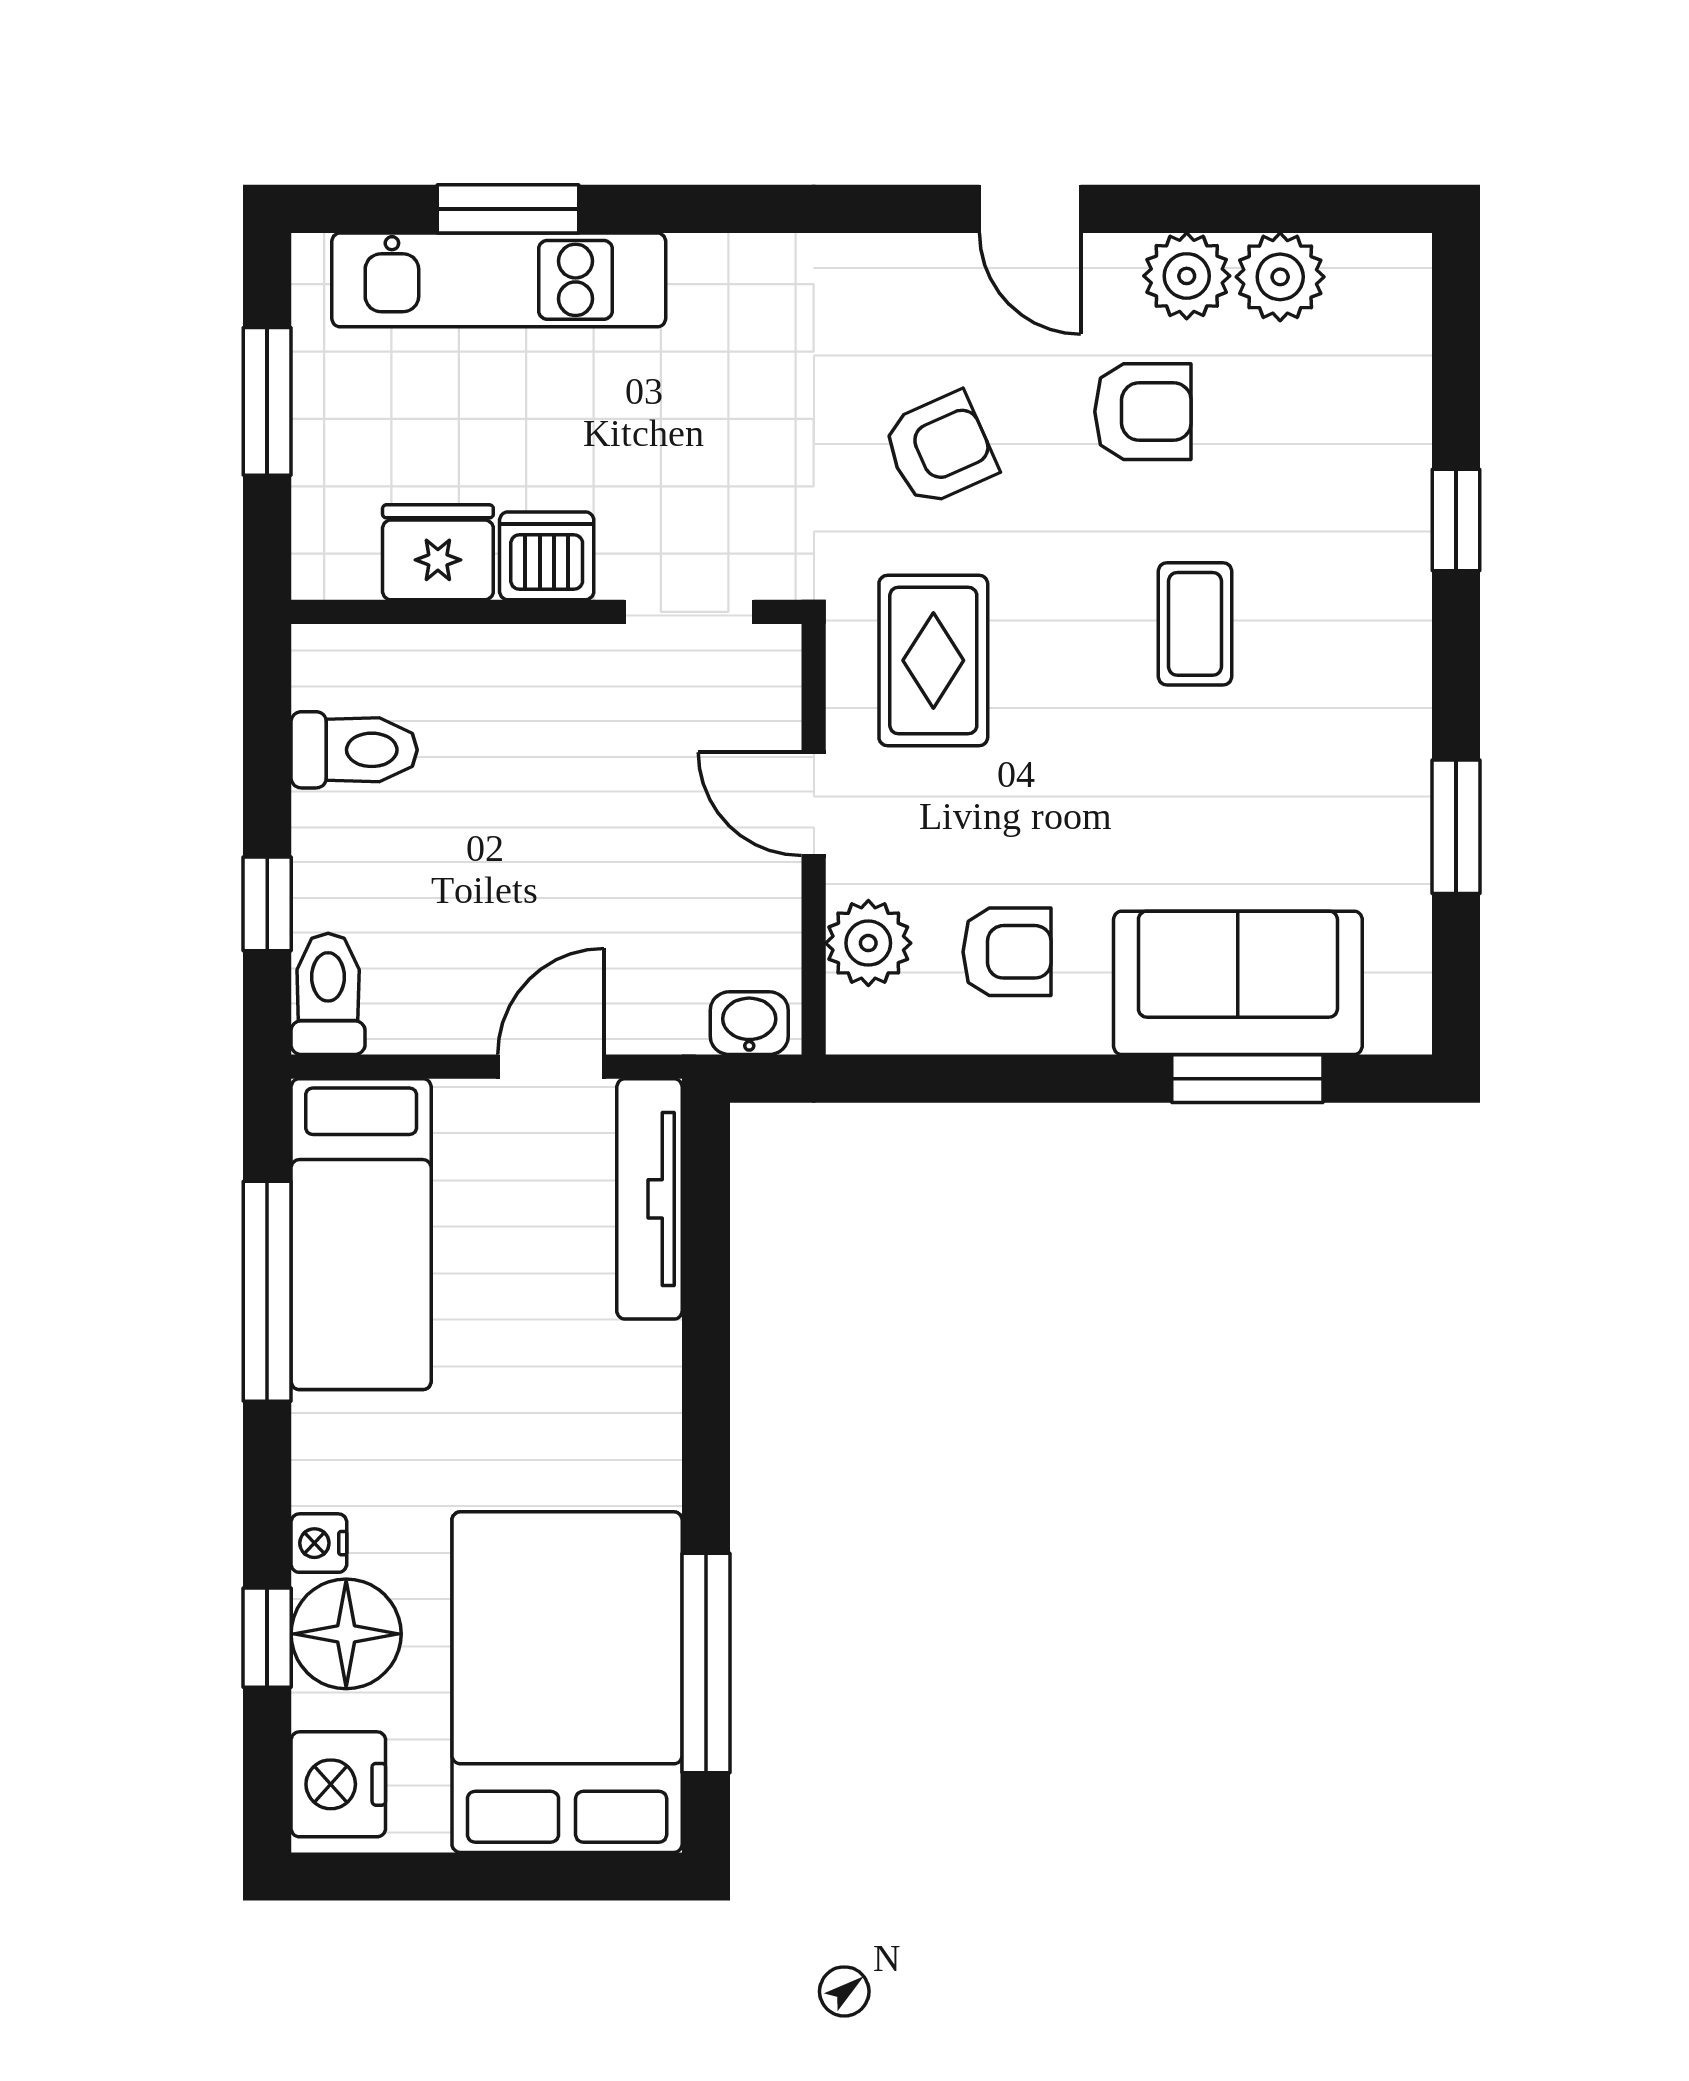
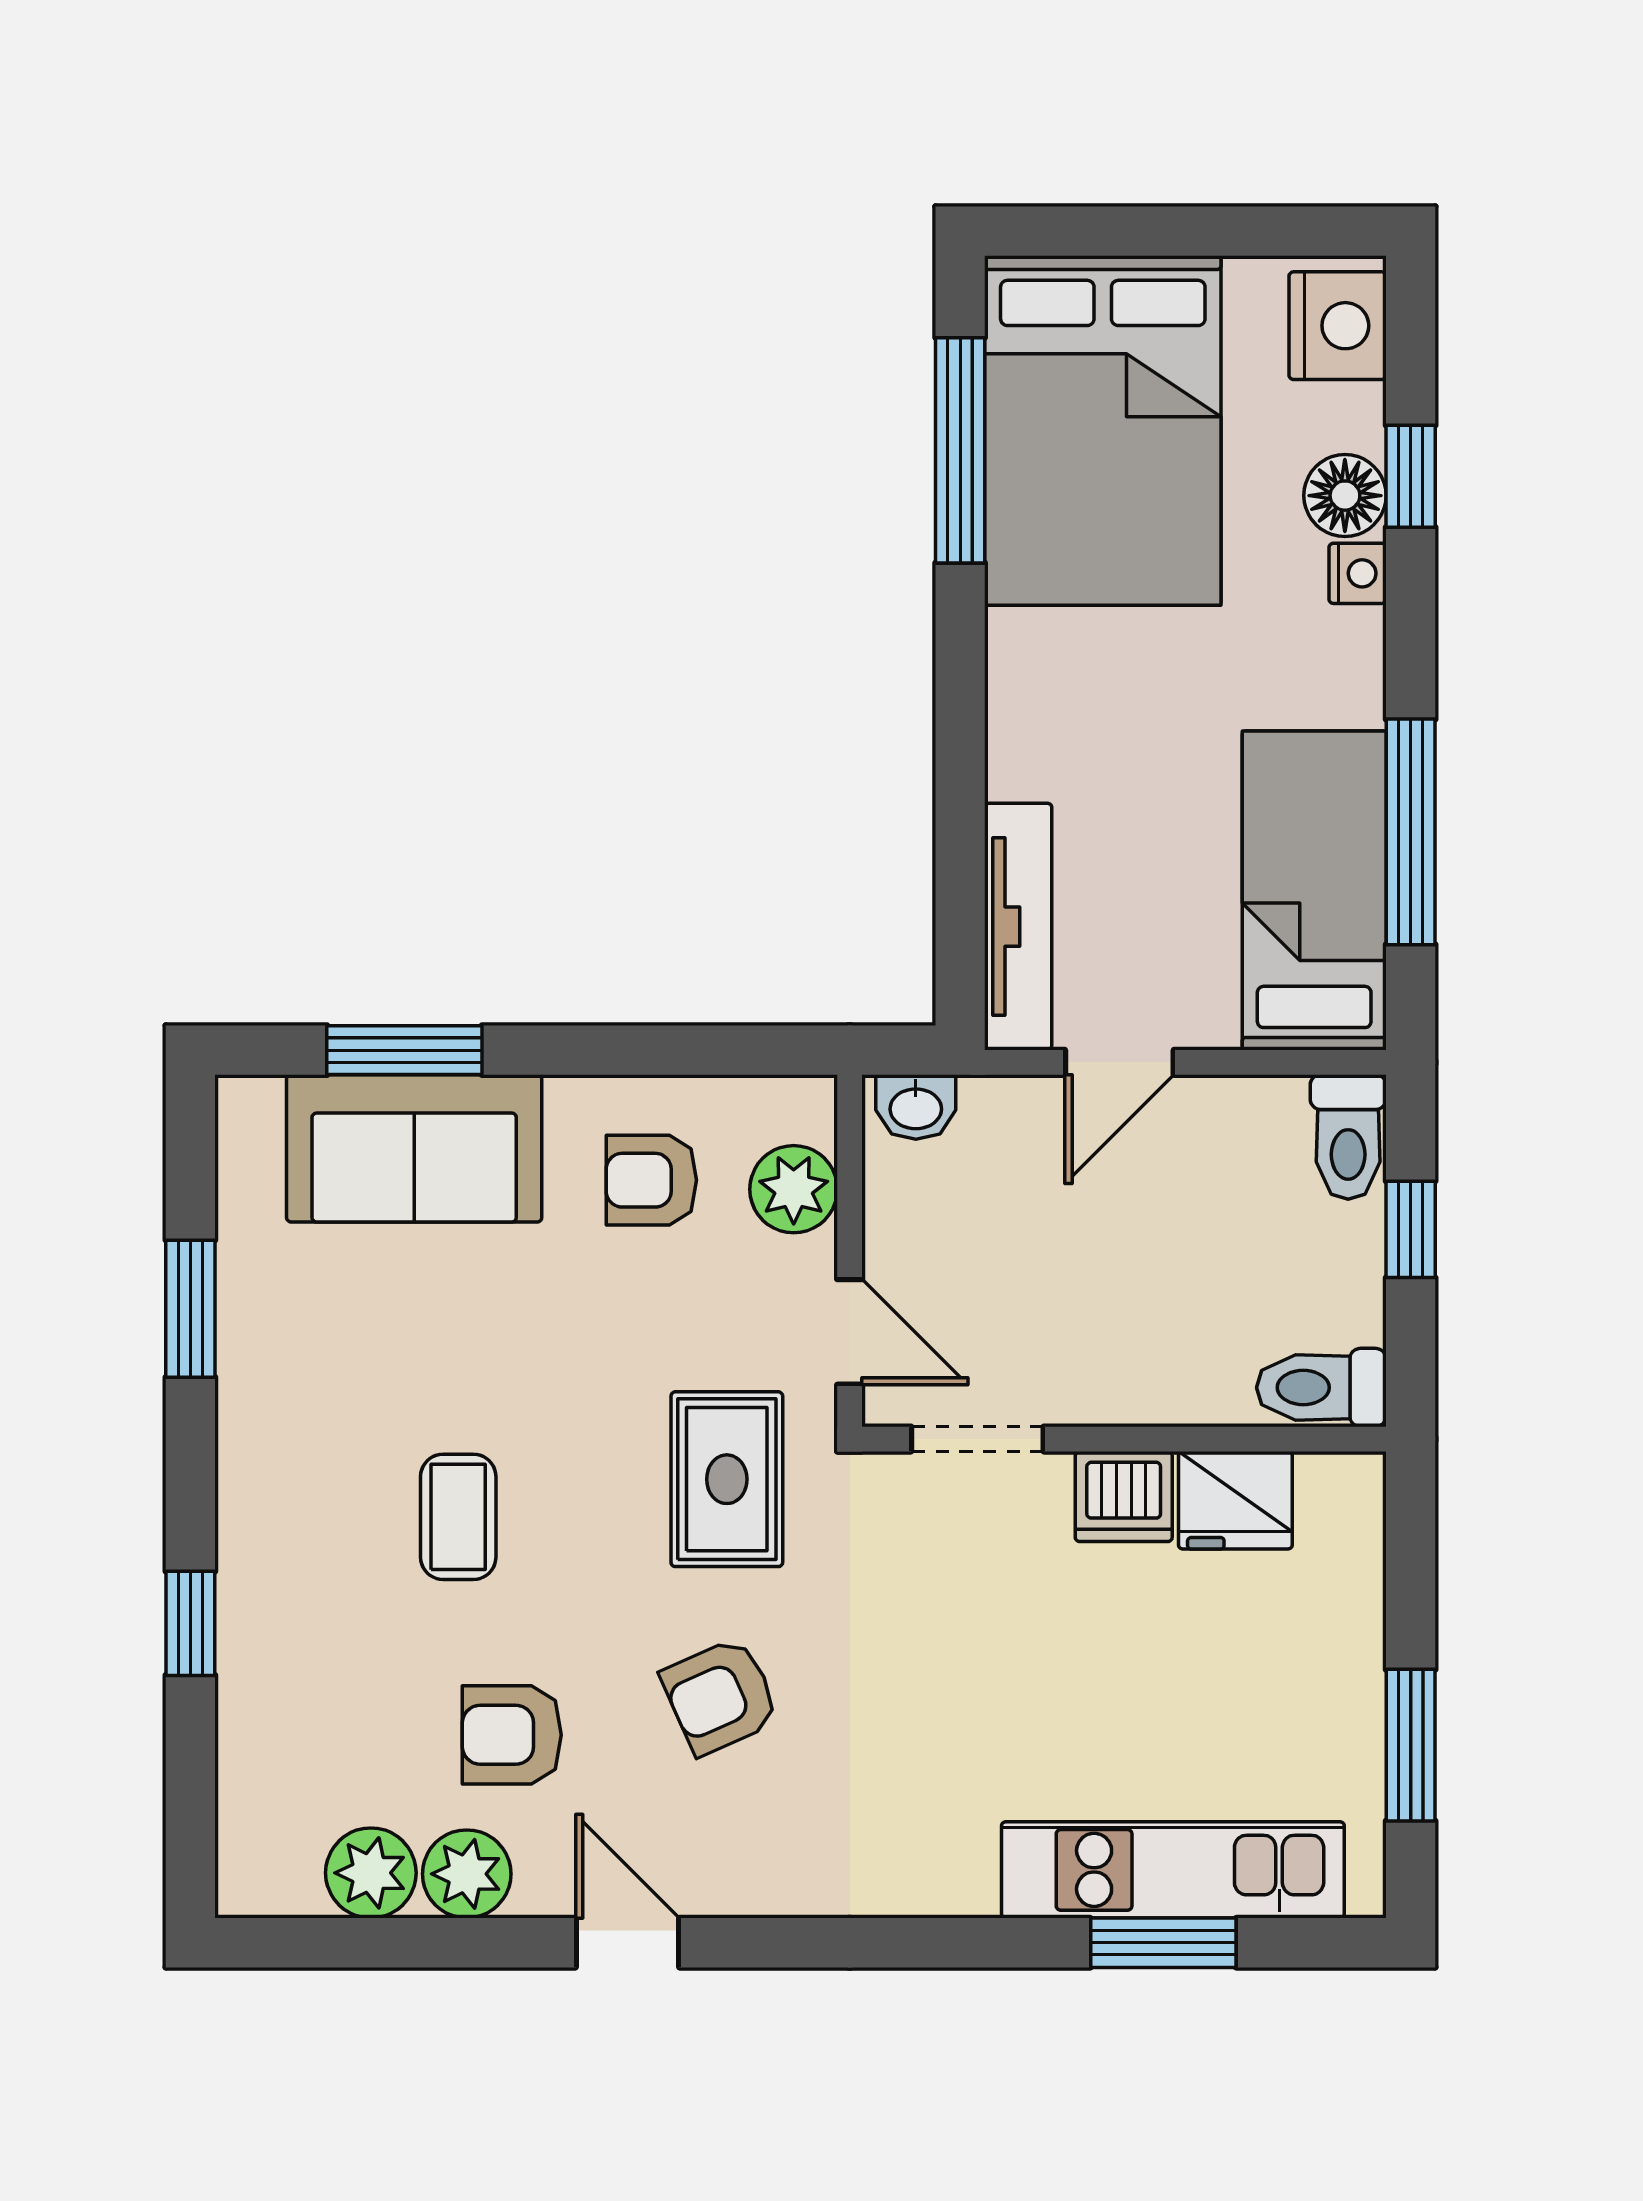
fridge: (438, 552) -> (1235, 1500), moved
dishwasher: (547, 556) -> (1124, 1497), moved
wall: (546, 612) -> (1124, 1439), moved
doorway: (689, 612) -> (977, 1439), moved
floor lamp: (346, 1634) -> (1345, 496), width x0.73, depth x0.73

